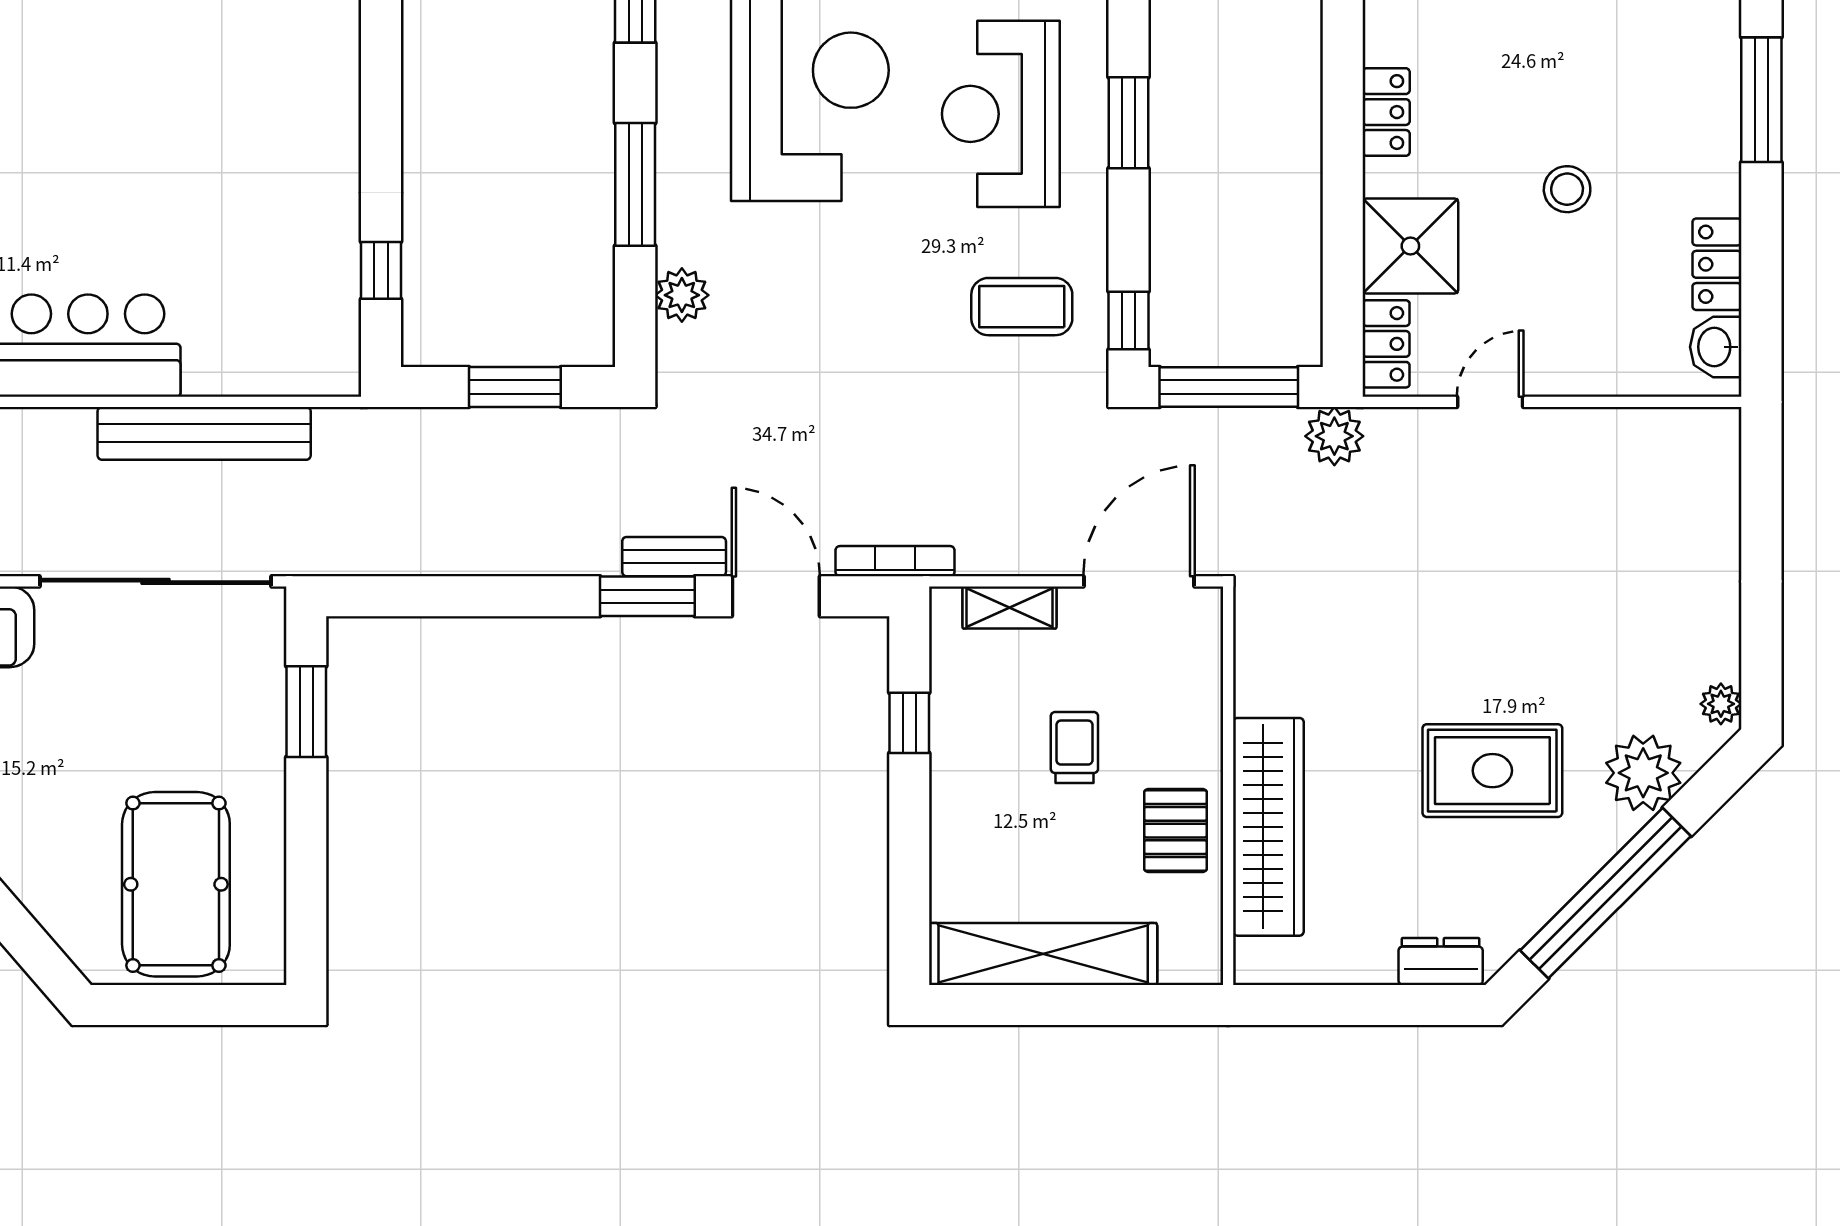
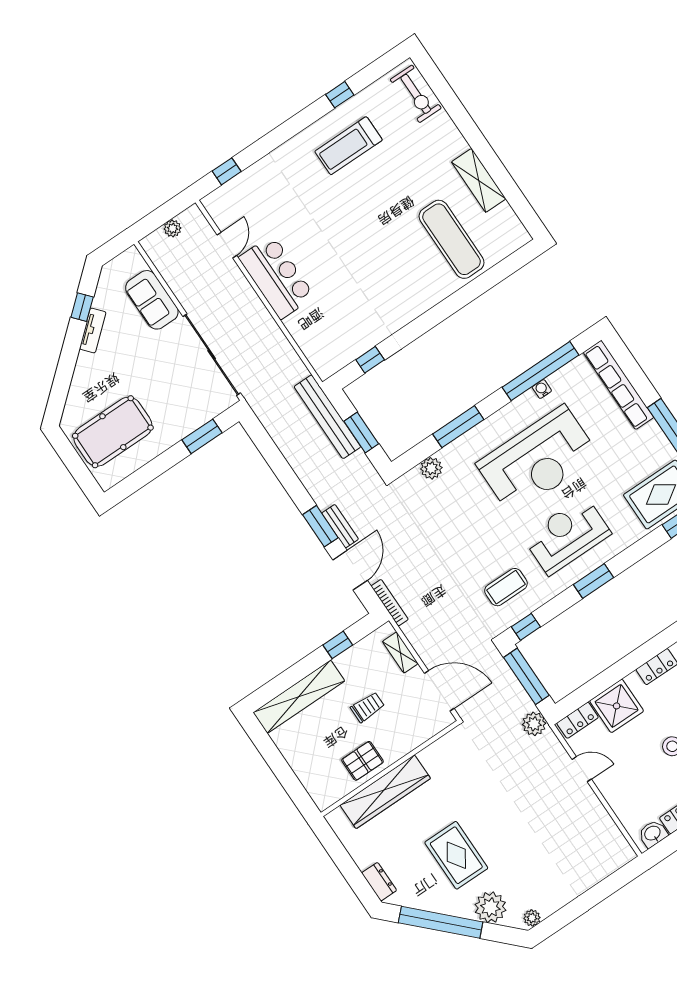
coffee table: (1022, 307) -> (506, 587), turned 90
bench: (204, 433) -> (327, 417), moved
shelving: (1043, 954) -> (299, 697), moved, turned 90

